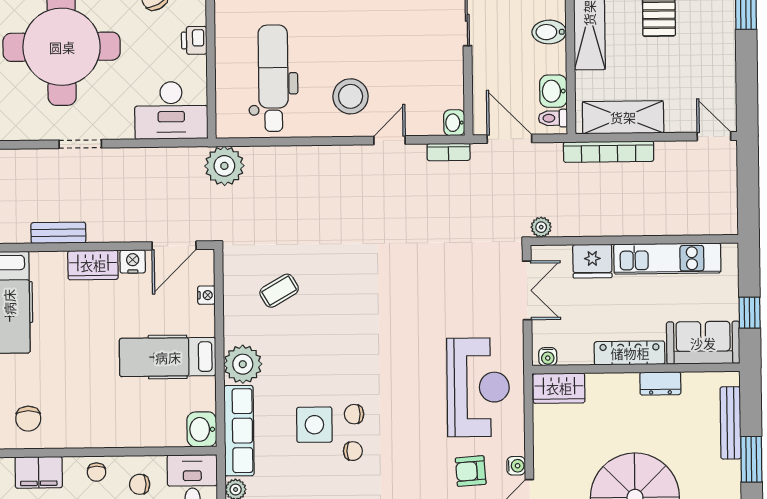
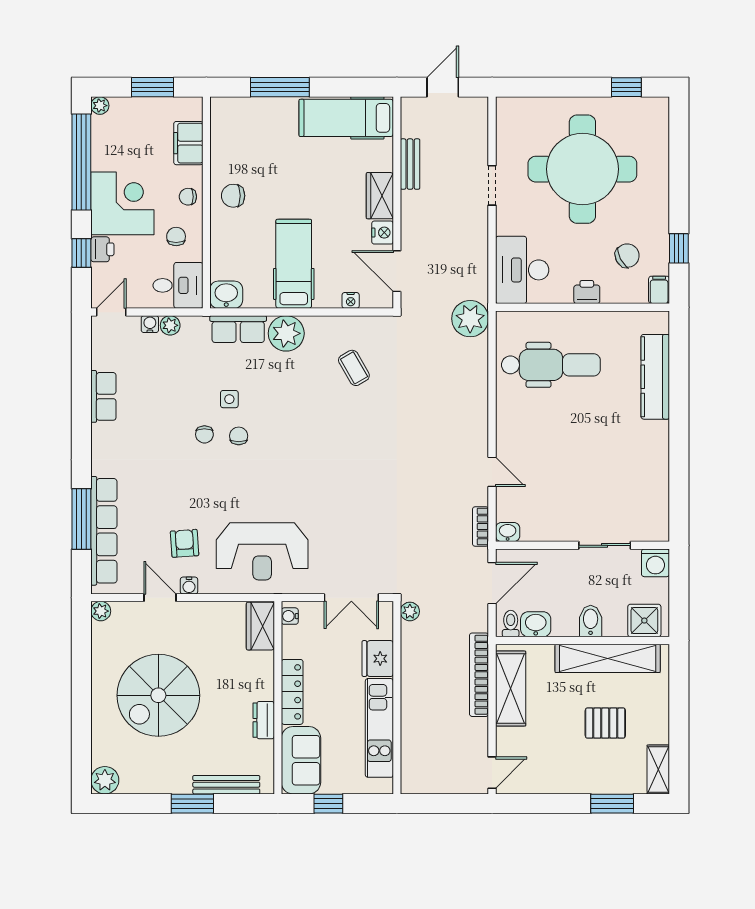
stool: (351, 96) -> (533, 436), removed
chair: (28, 419) -> (233, 196), moved
side table: (314, 425) -> (229, 399), width x0.54, depth x0.54
row of seats: (239, 431) -> (238, 329), width x0.68

